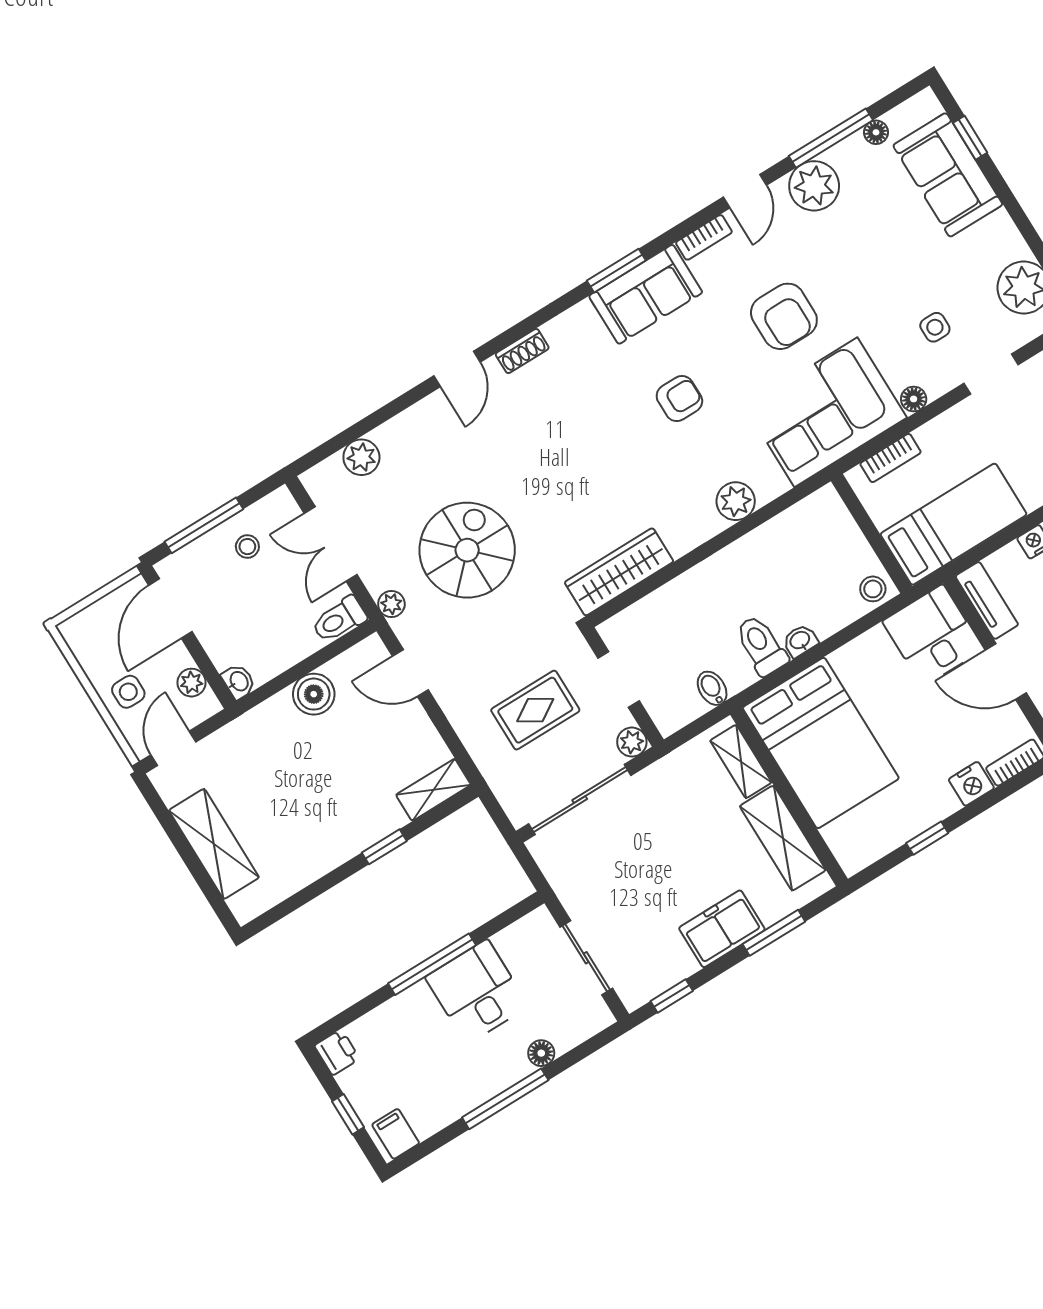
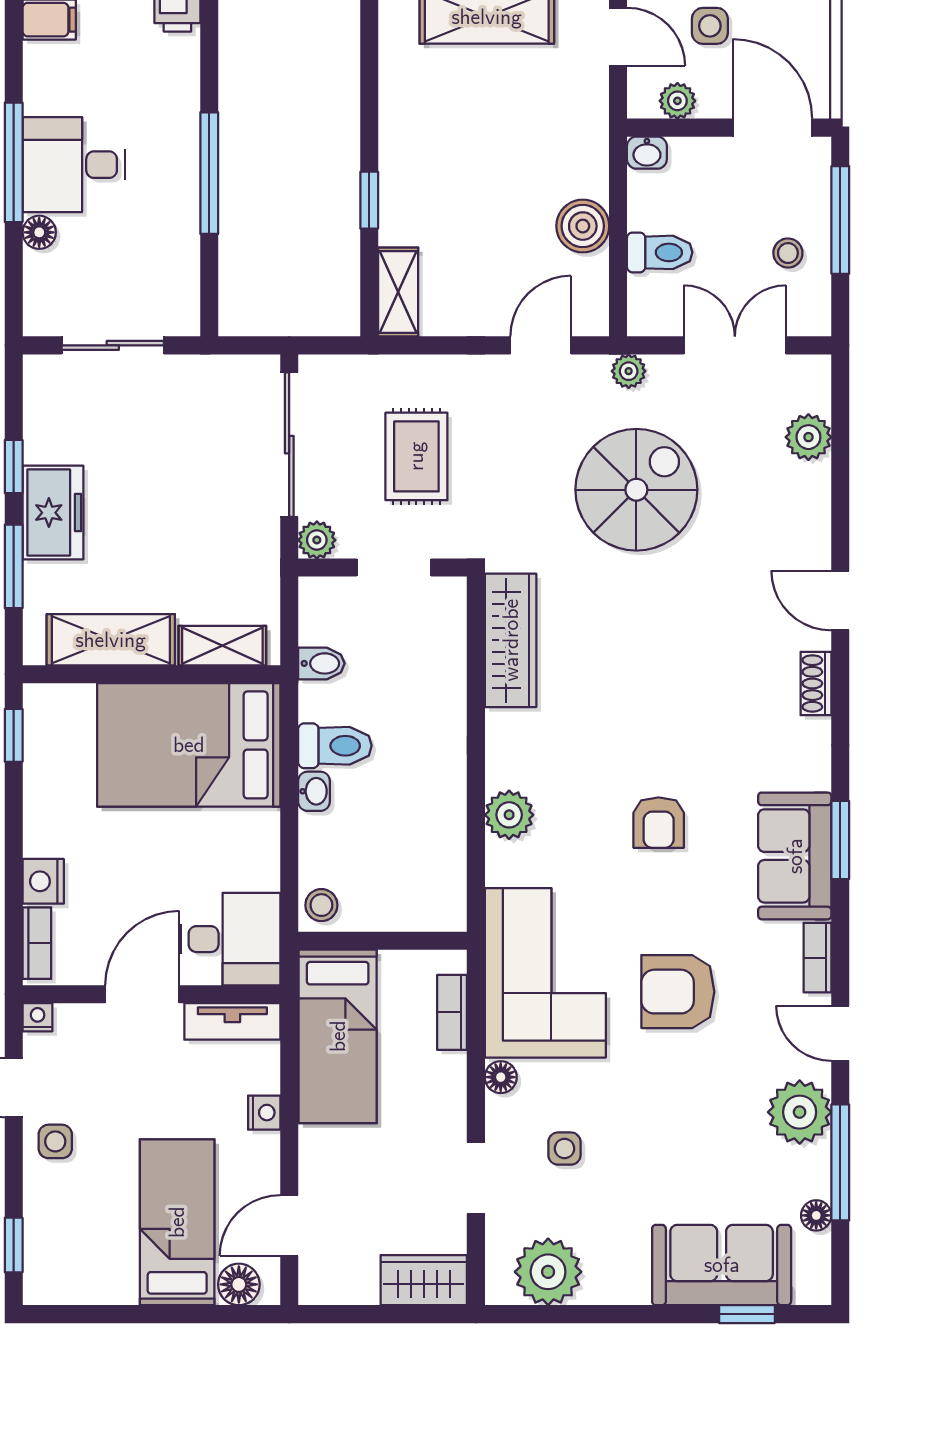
spiral stairs: (467, 550) -> (636, 490), turned -90
toilet: (339, 620) -> (660, 252), moved, turned 90
window: (927, 838) -> (14, 735), moved
desk: (477, 992) -> (74, 165), moved, turned 180
window: (672, 996) -> (14, 467), moved

